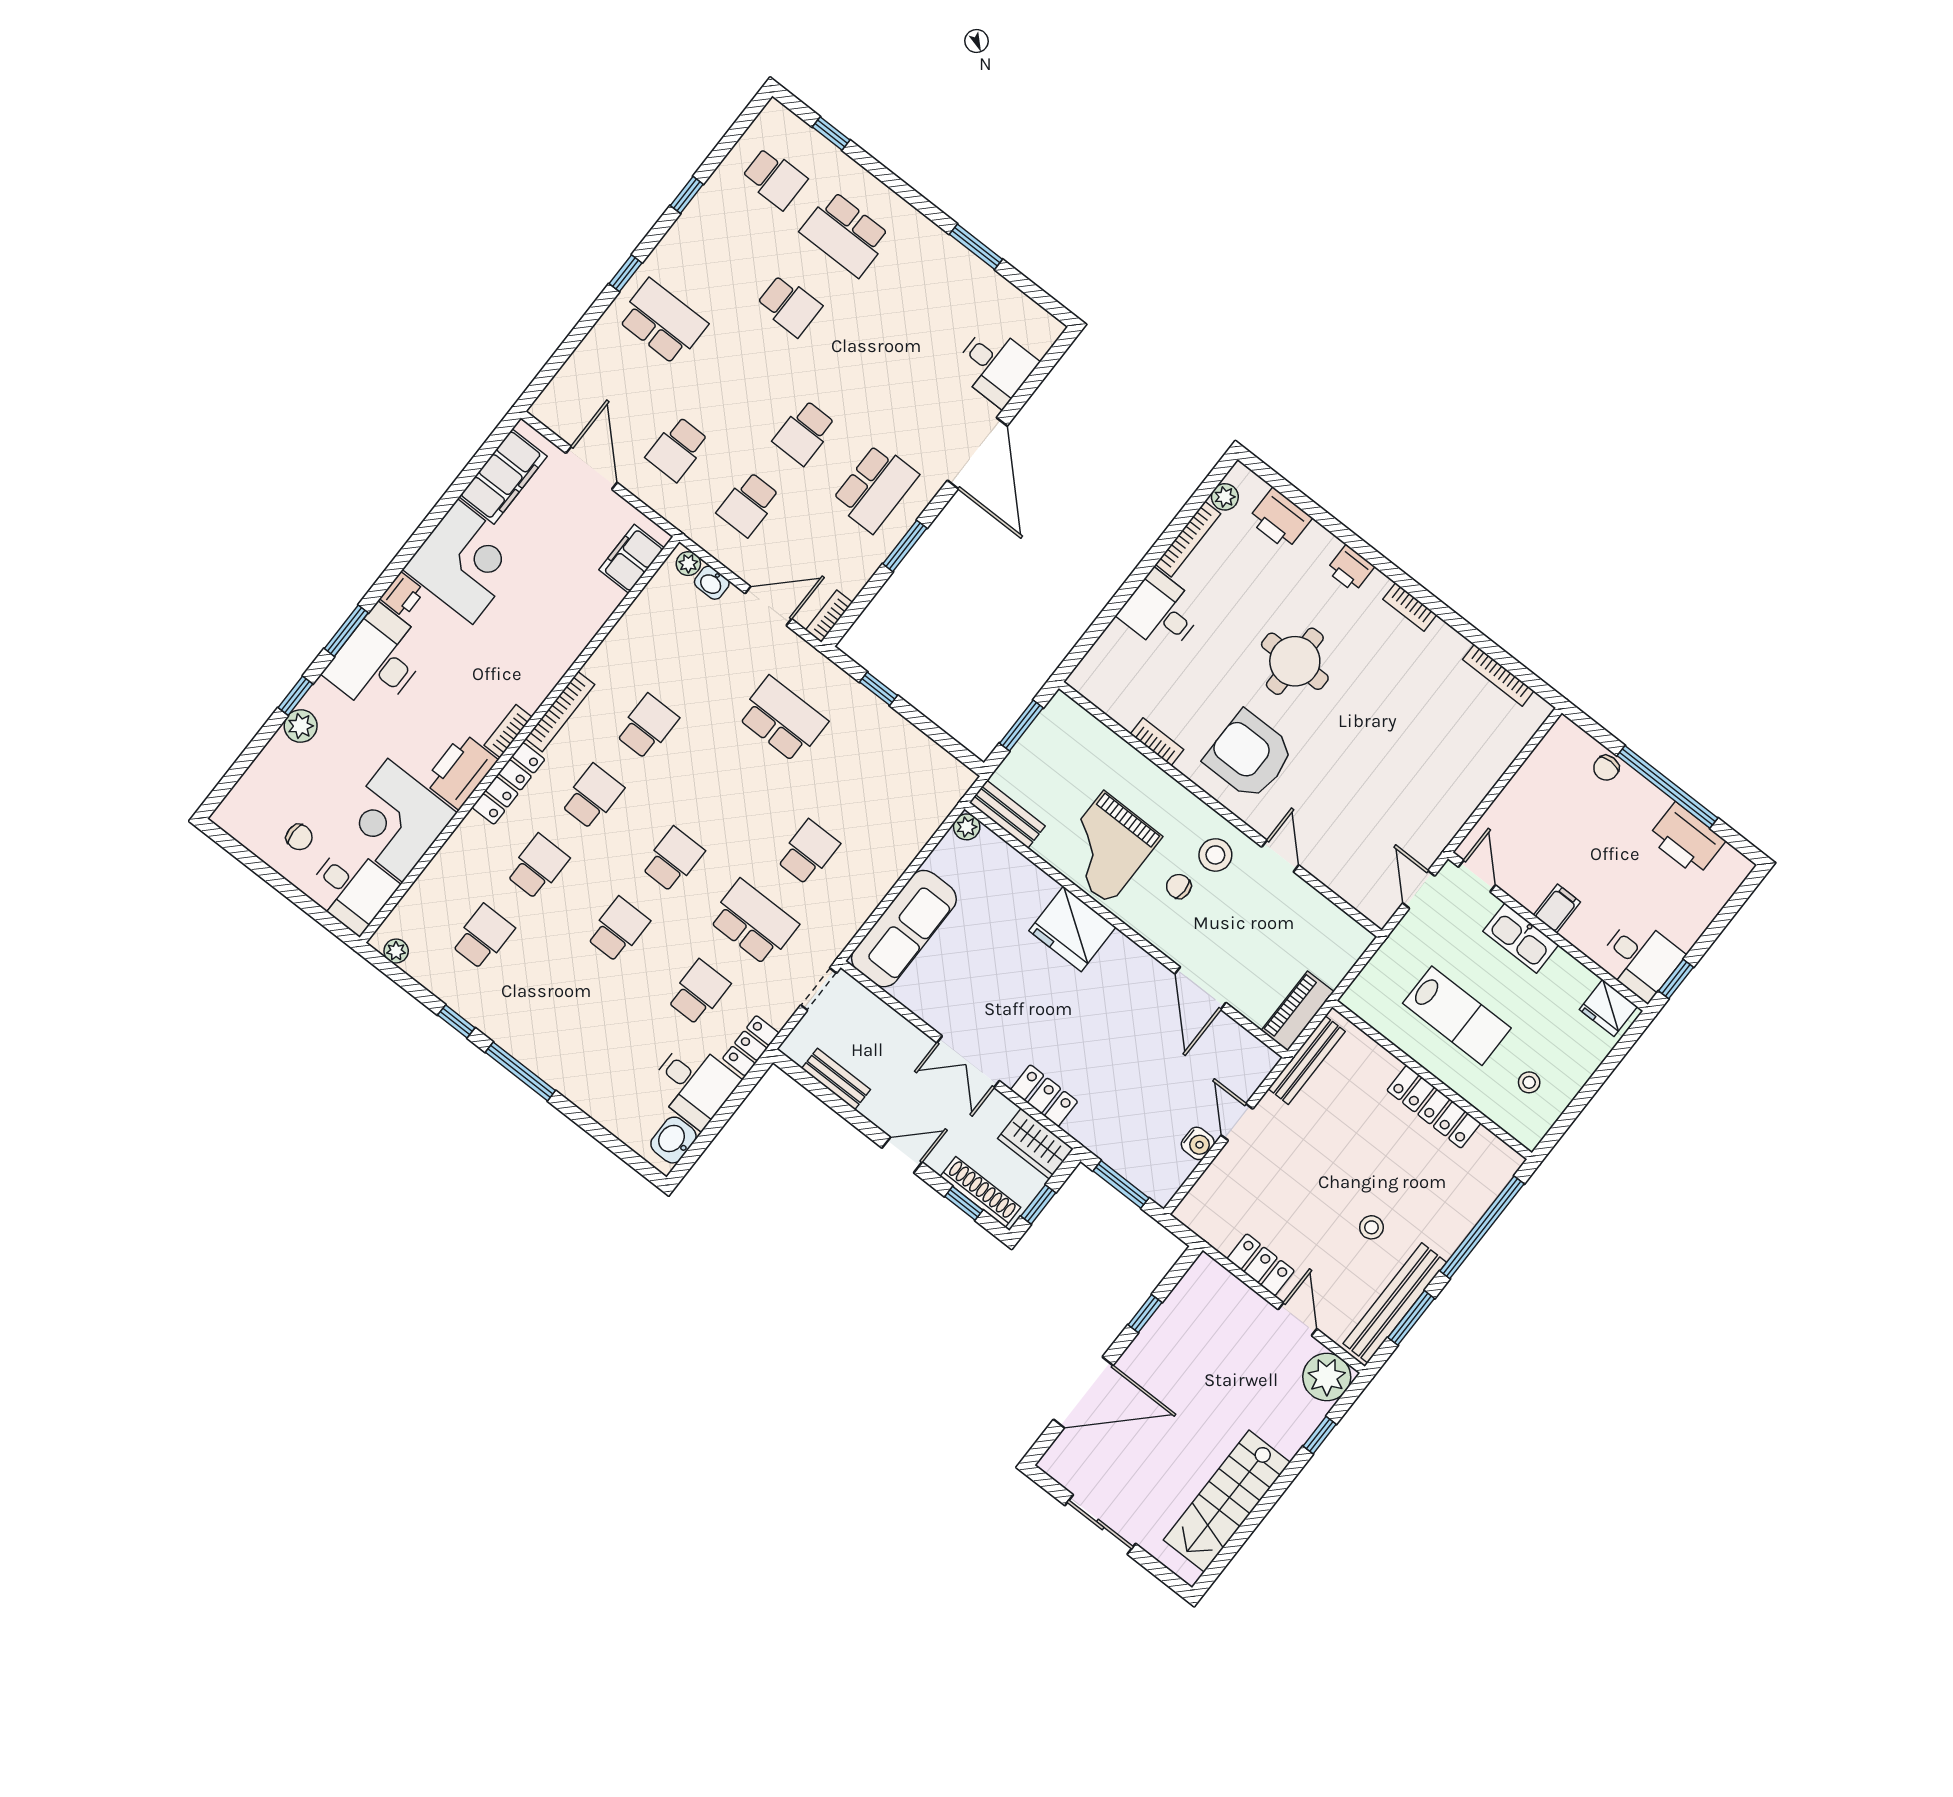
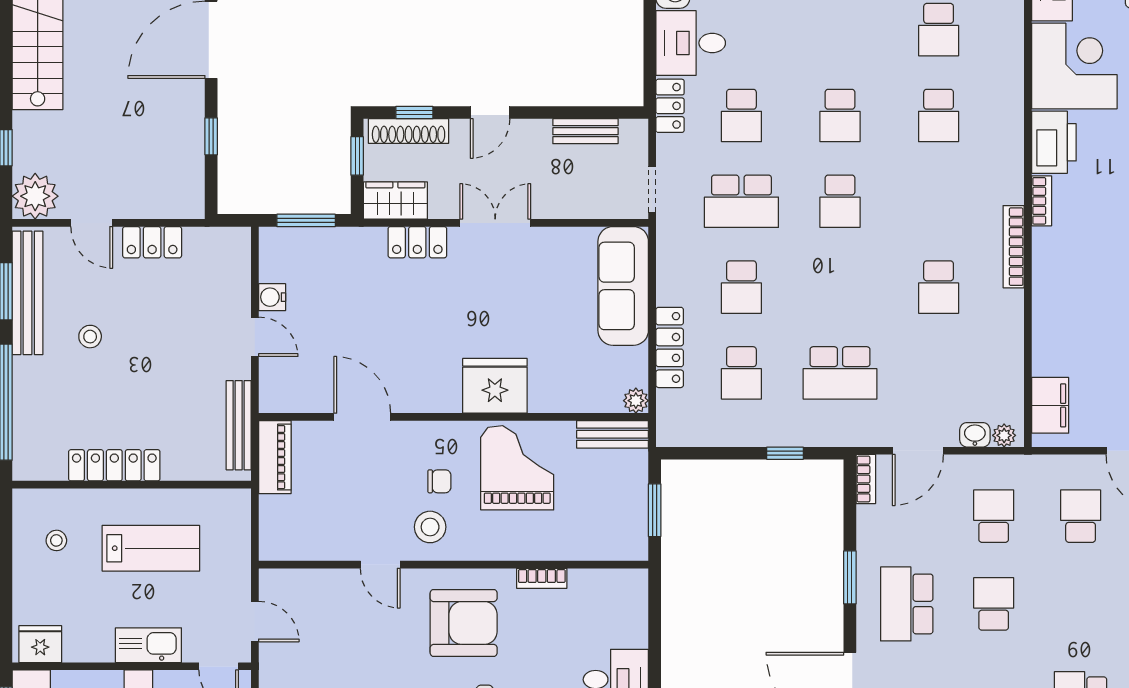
locker: (508, 783) -> (670, 347), moved, turned 180
school desk: (592, 797) -> (741, 373), moved
lab bench: (1457, 1016) -> (151, 548), turned 180

